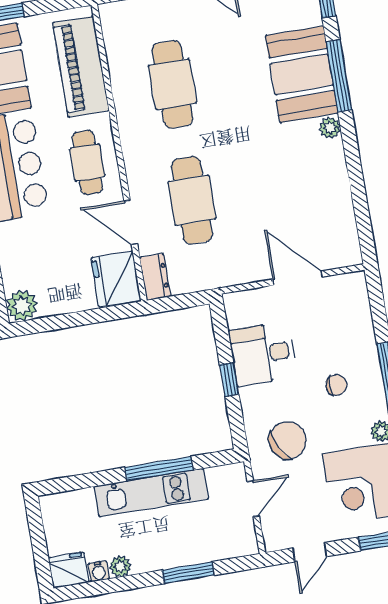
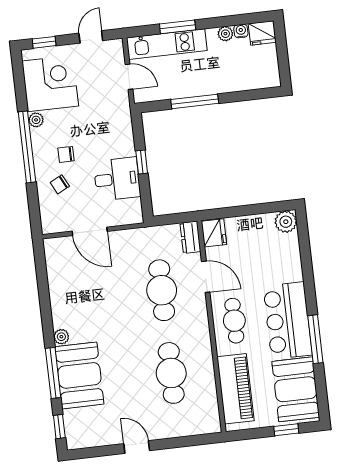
fridge: (116, 279) -> (214, 233), width x0.73, depth x0.75
chair: (288, 440) -> (60, 184), moved, width x0.54, depth x0.54
kitchen unit: (151, 493) -> (167, 44), moved, turned 180
door: (253, 499) -> (129, 77), swing flipped

